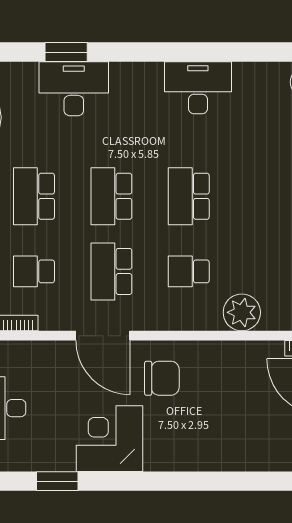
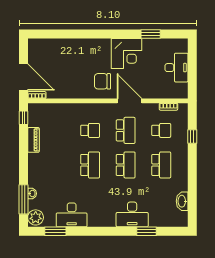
window: (264, 52) -> (55, 231), added
desk: (198, 88) -> (72, 215), moved
desk: (74, 89) -> (132, 214), moved
plant: (242, 312) -> (66, 112), removed

